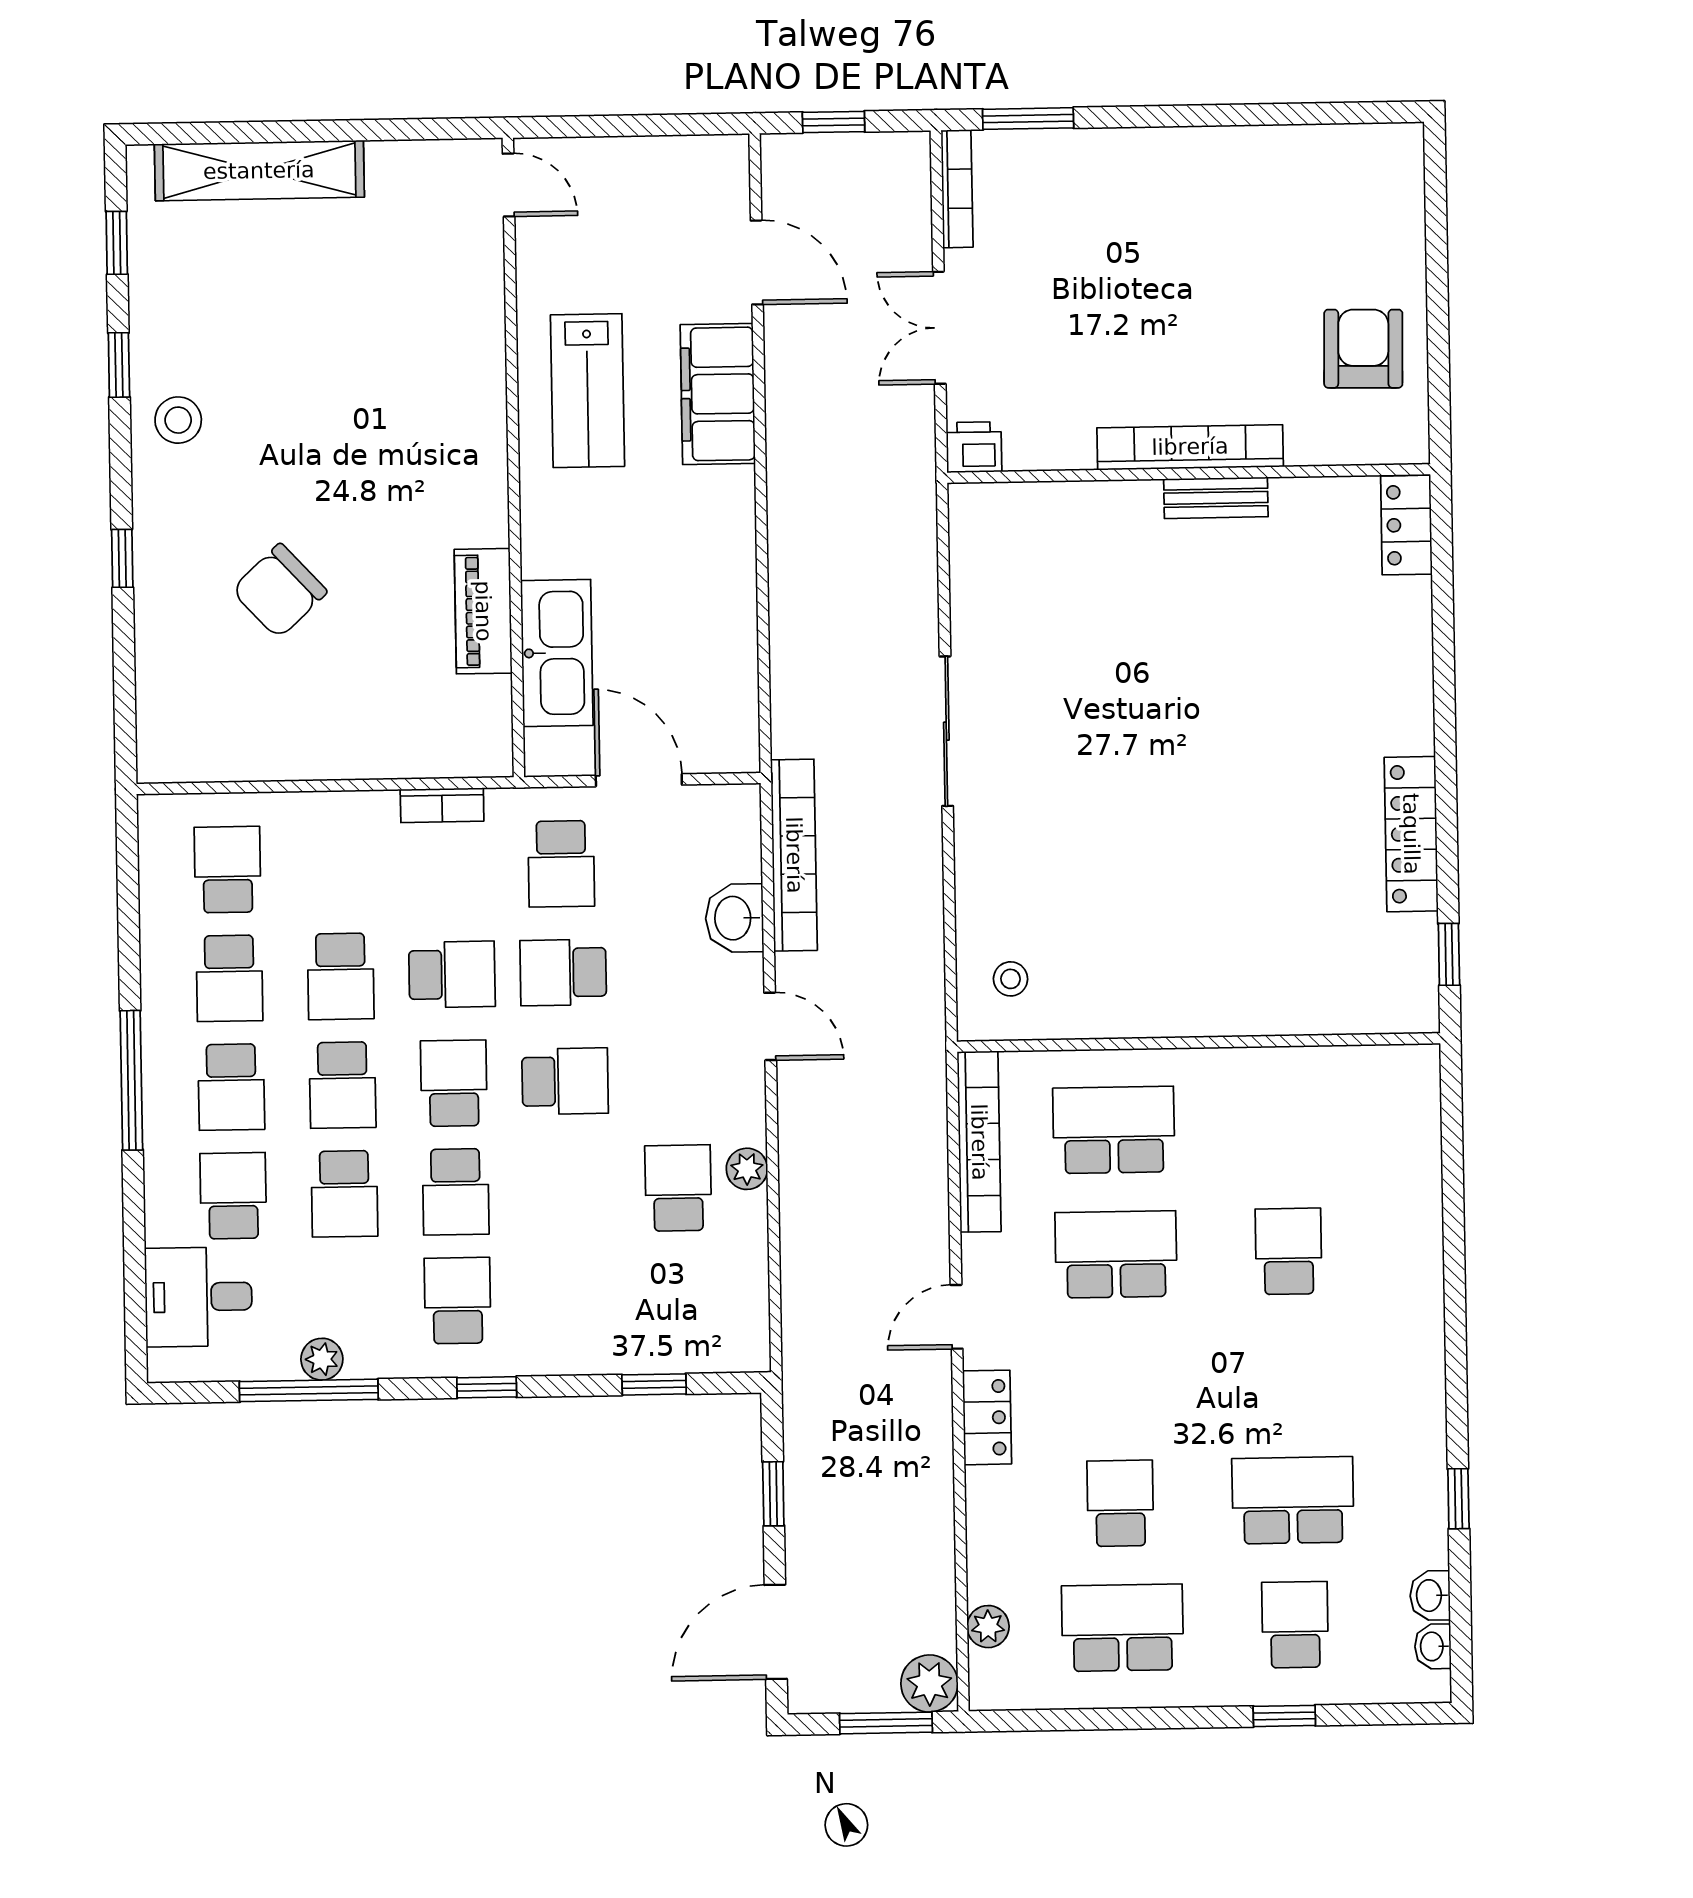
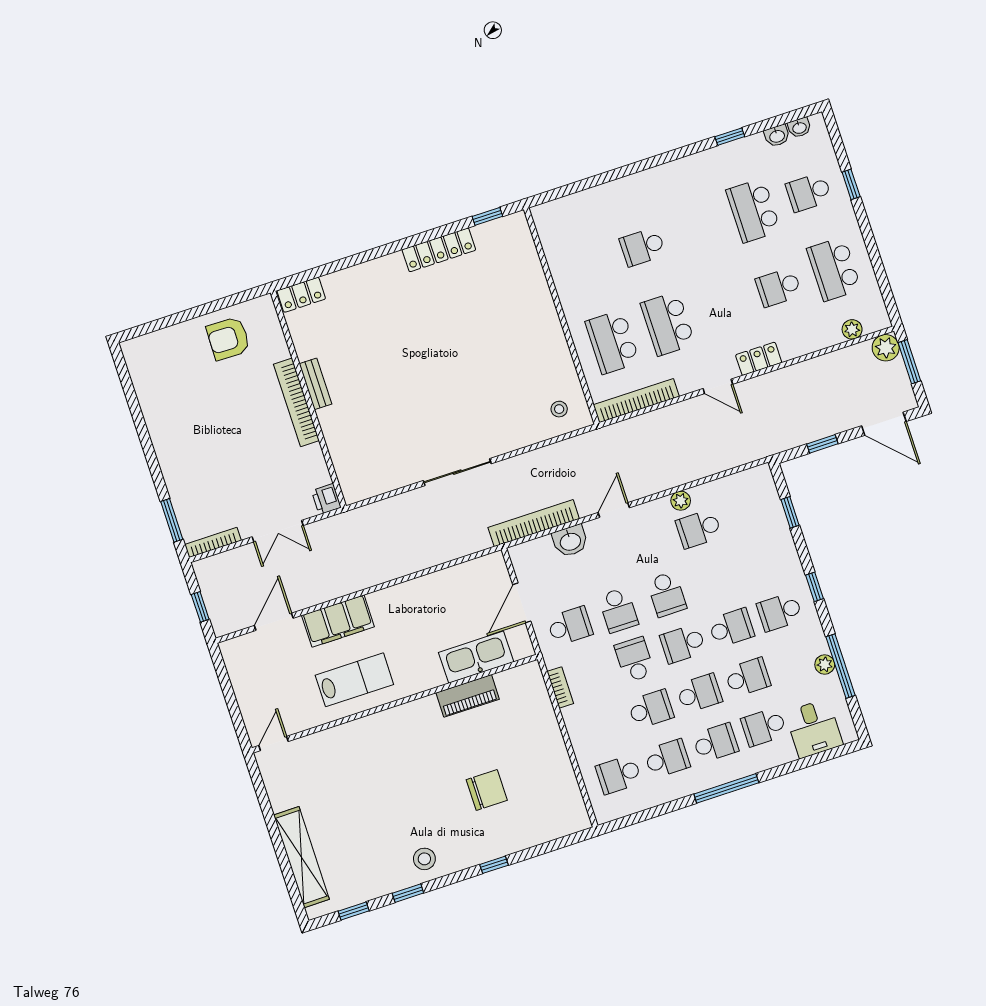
chair: (279, 591) -> (487, 790), turned -47
school desk: (565, 1081) -> (667, 594), turned 180

